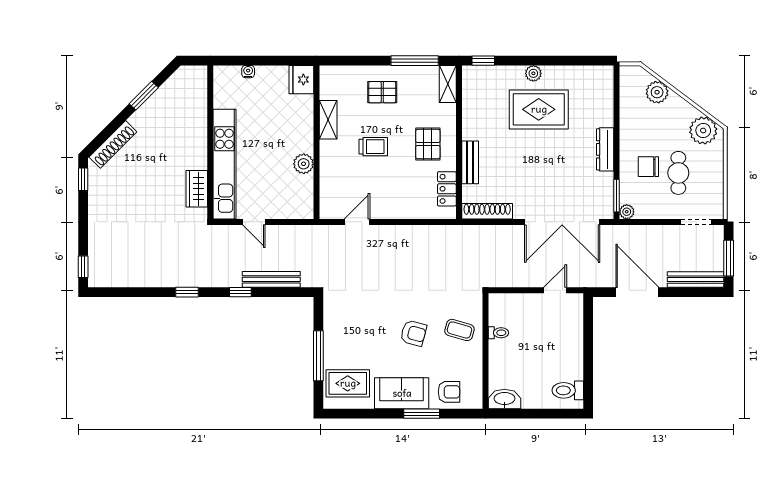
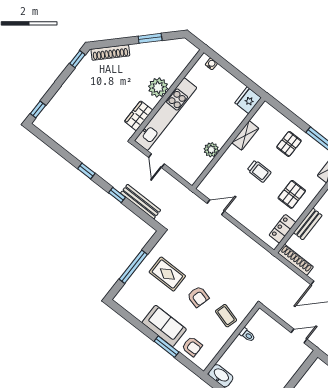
water cooler: (248, 72) -> (211, 64), moved
pallet: (382, 92) -> (289, 144), turned 90
plant: (194, 142) -> (158, 87), added
rug: (348, 383) -> (167, 274), moved

